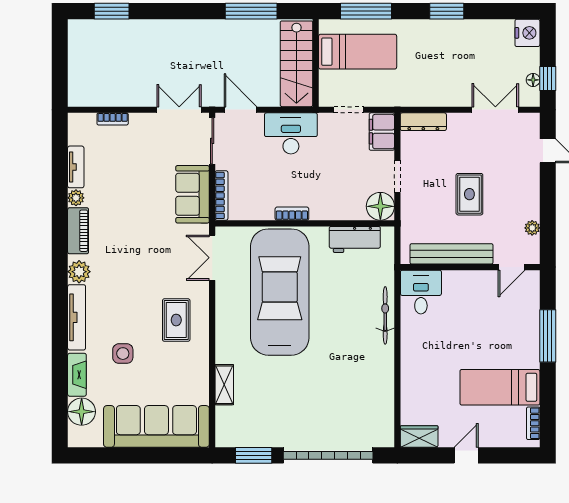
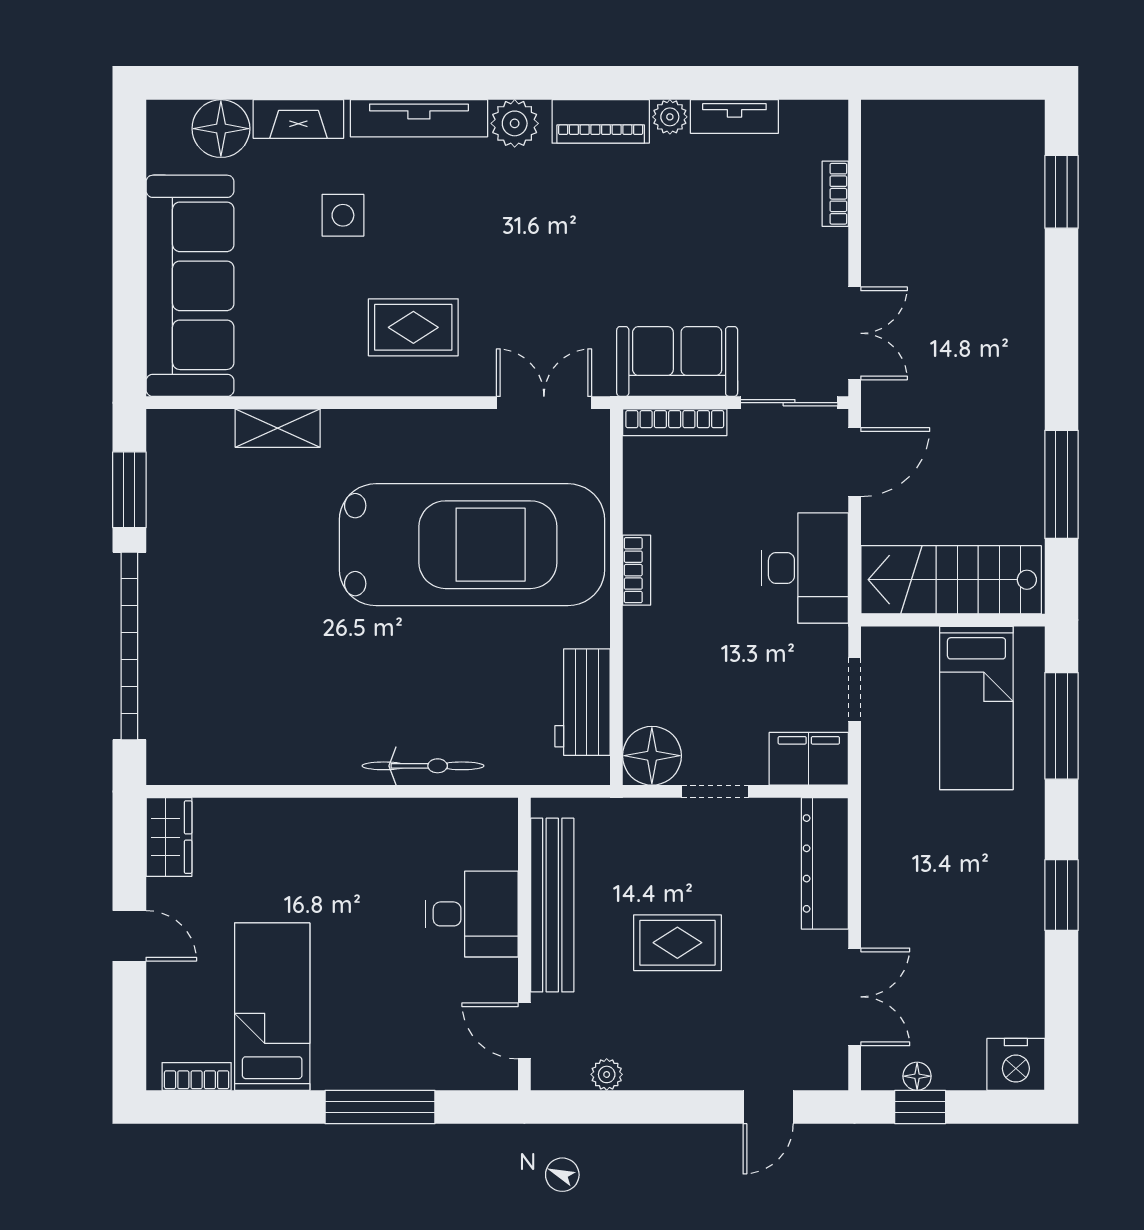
dresser: (423, 122) -> (825, 863), width x1.37, depth x1.24
desk: (421, 292) -> (472, 914), moved

